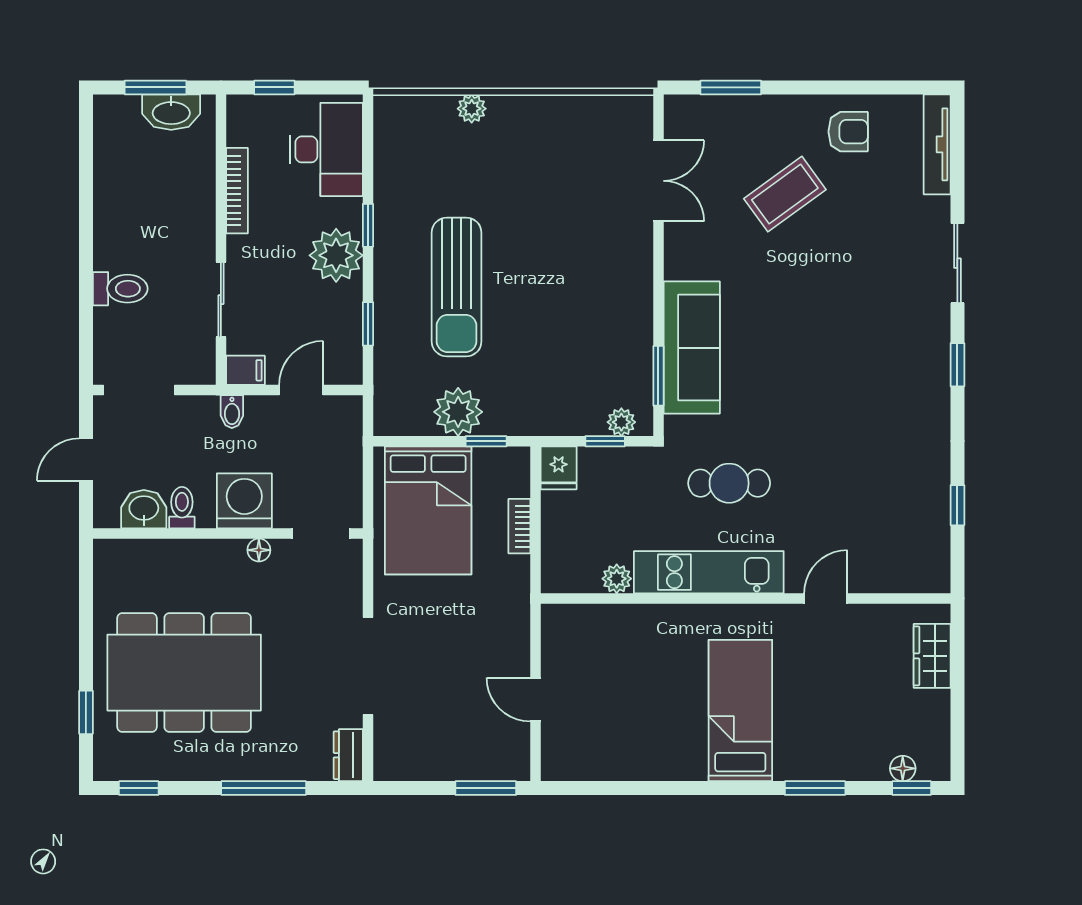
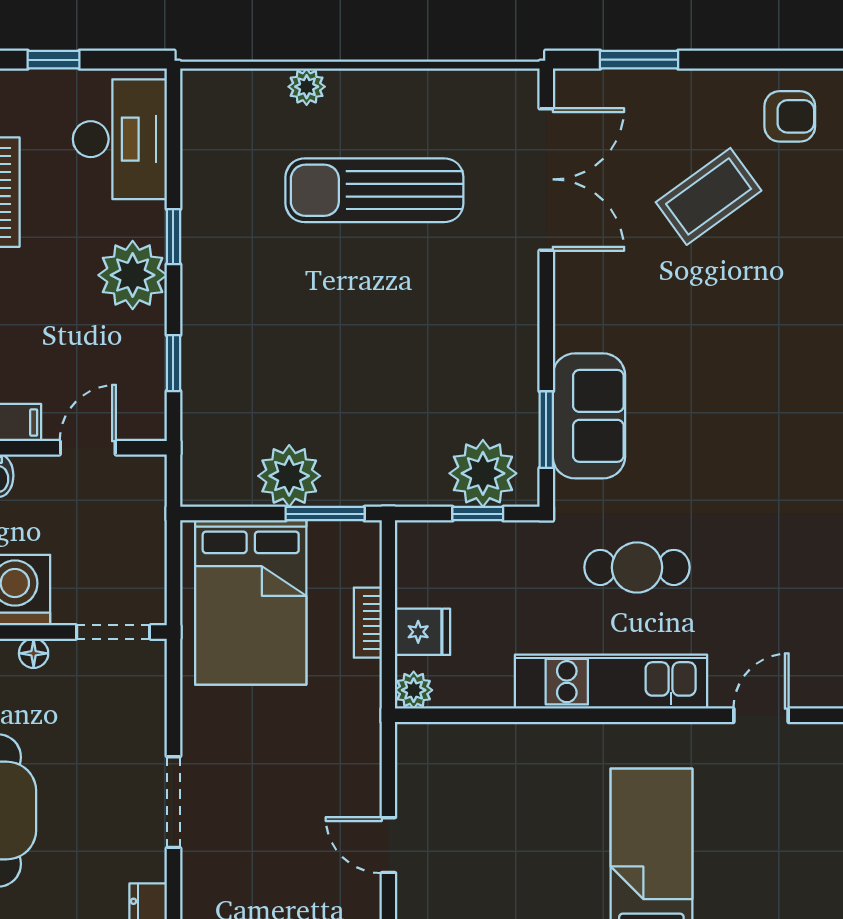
double door: (658, 181) -> (546, 179), width x1.37
sun lounger: (457, 287) -> (374, 190), moved, turned 90
sofa: (692, 348) -> (589, 416), width x0.73
plant: (621, 422) -> (483, 473), width x1.88, depth x1.88
window: (486, 441) -> (325, 514), width x1.50
fridge: (559, 468) -> (423, 632), moved, turned -90
plant: (617, 579) -> (414, 690), moved
doorway: (368, 666) -> (173, 802), width x0.73

